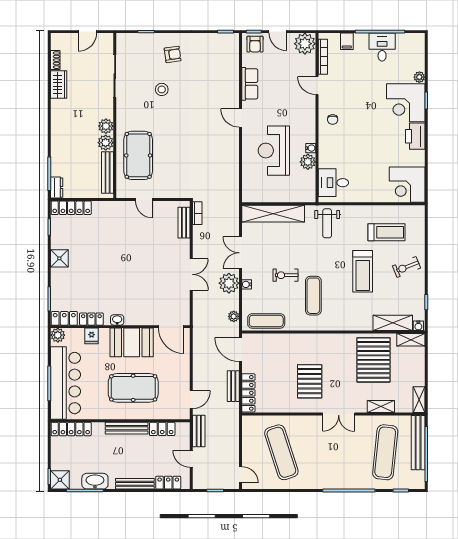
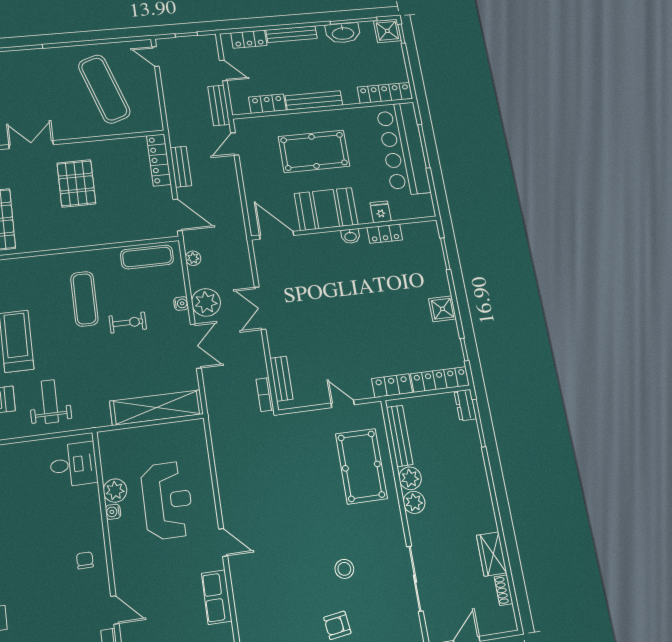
weight bench: (327, 223) -> (50, 401), moved
locker: (64, 318) -> (392, 386), moved, turned 180
plant: (58, 335) -> (425, 208), removed

